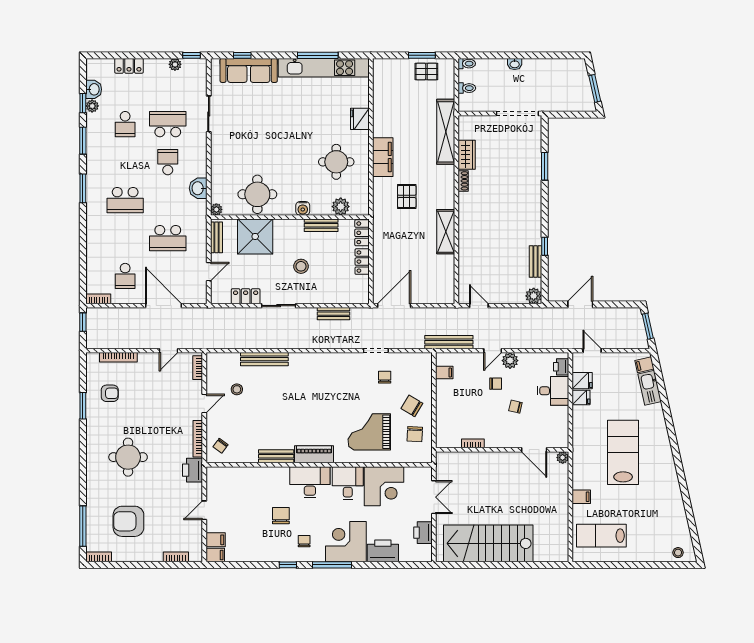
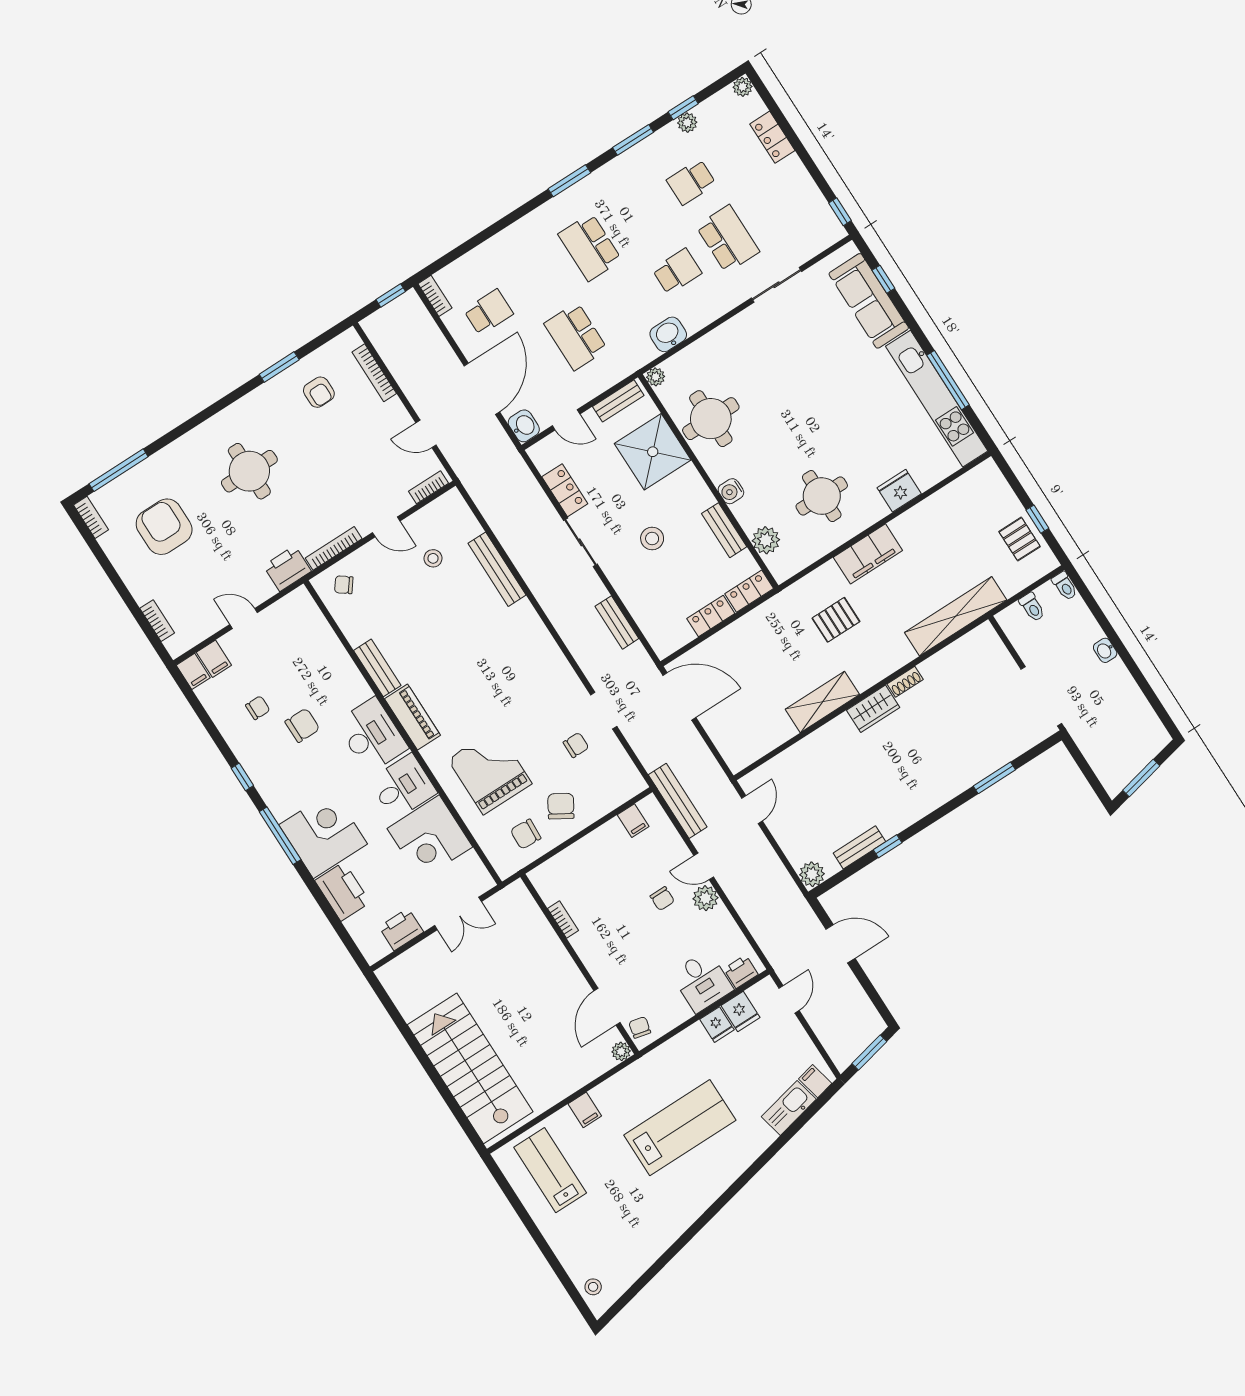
window: (422, 55) -> (1037, 519), width x0.67
plant: (175, 64) -> (743, 87), moved
washbasin: (94, 89) -> (524, 426), moved, turned -90
wardrobe: (467, 155) -> (873, 709), moved
school desk: (125, 276) -> (489, 312), turned 180
chair: (515, 407) -> (640, 1027), moved
chair: (304, 541) -> (258, 708), moved
stairs: (488, 543) -> (470, 1068), moved

